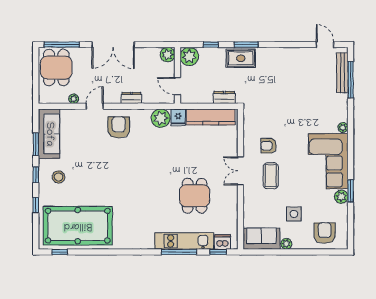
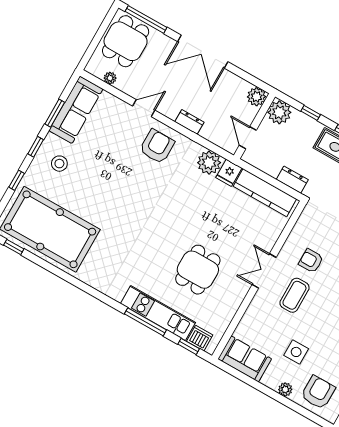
plant: (74, 99) -> (110, 78), moved
plant: (286, 244) -> (285, 389), moved

